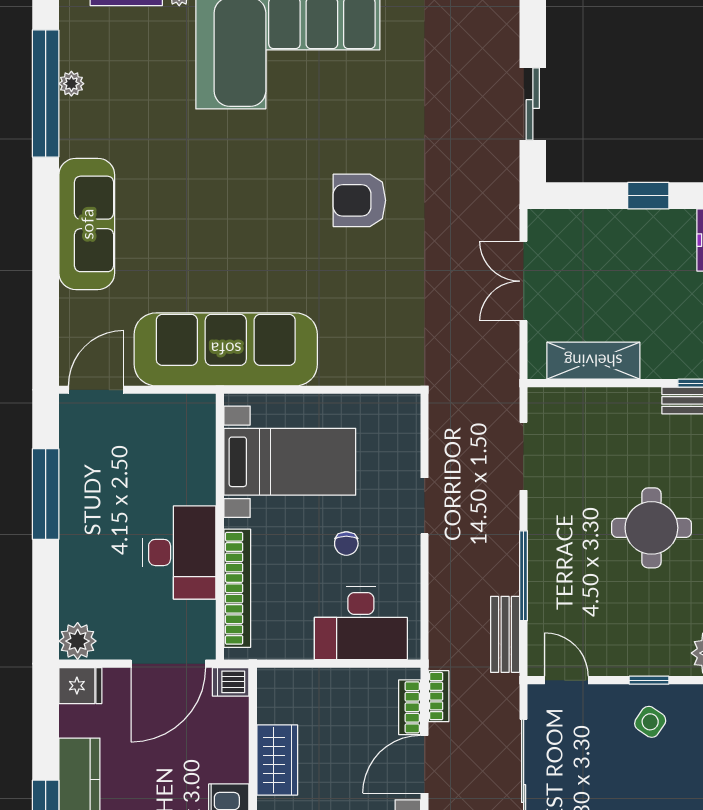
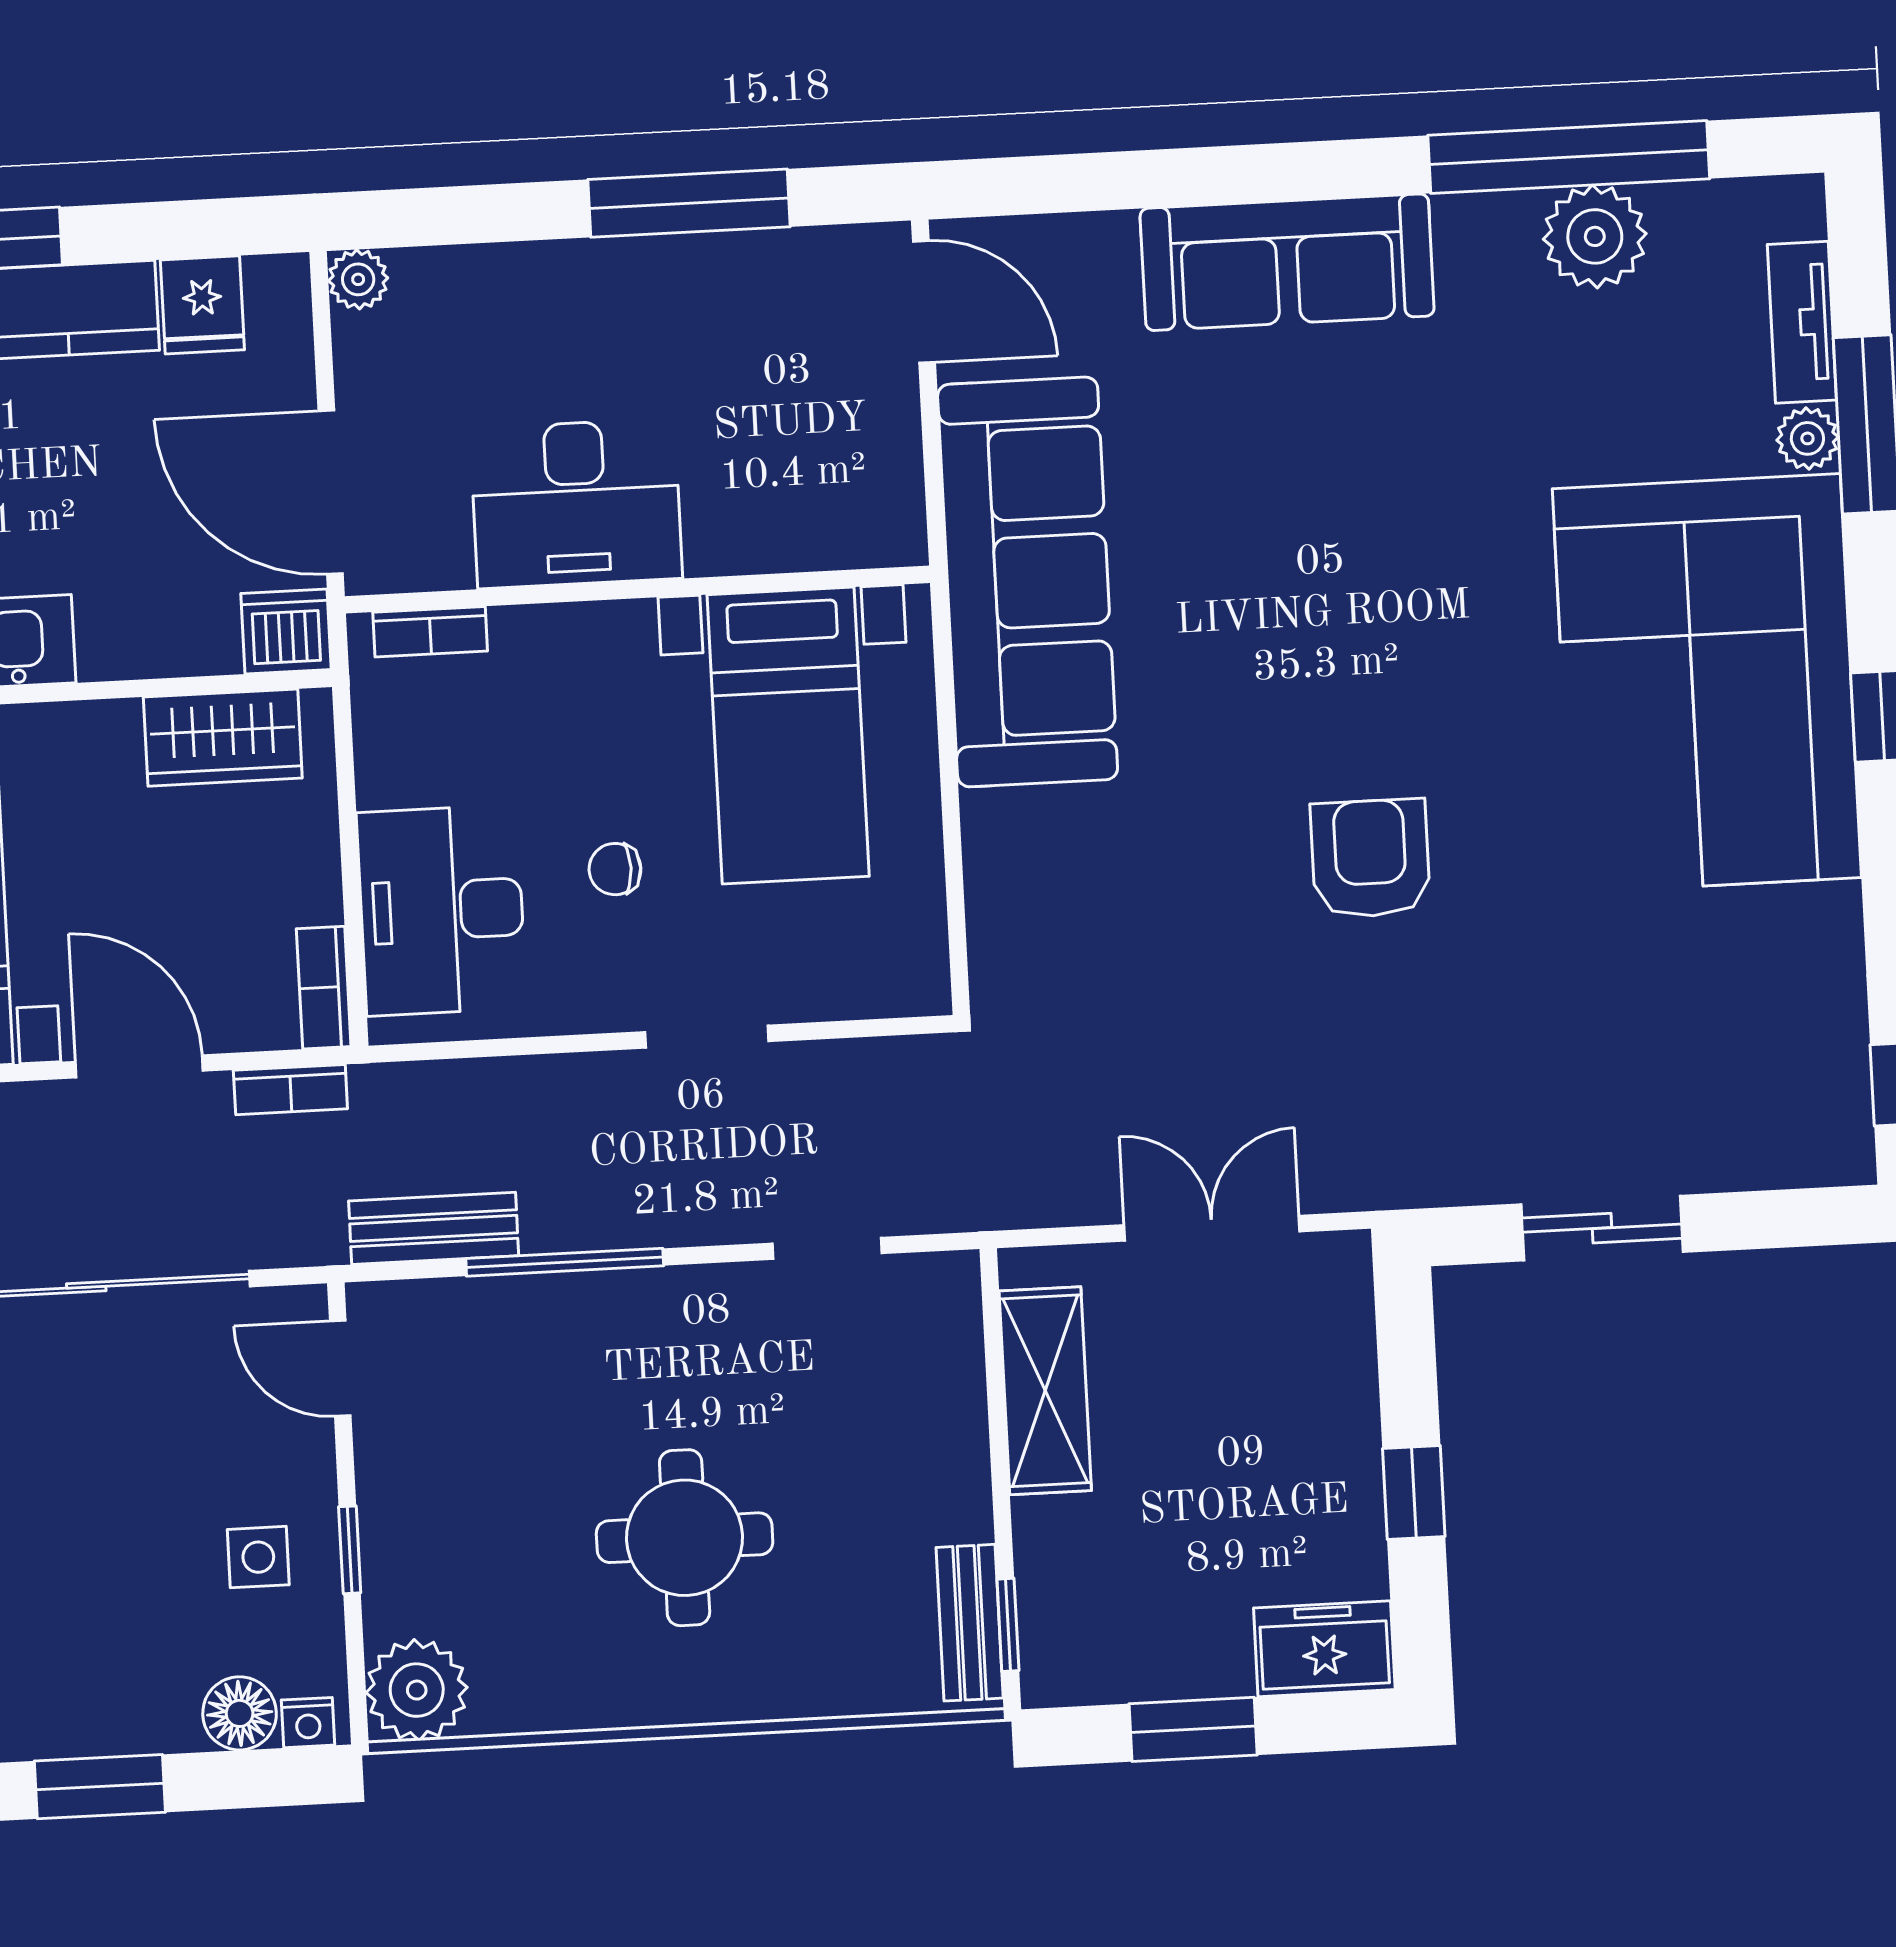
plant: (71, 84) -> (1595, 236), width x1.88, depth x1.88
doorway: (524, 456) -> (827, 1248), width x0.73
bookcase: (237, 588) -> (430, 632), width x0.43, depth x0.76
plant: (78, 641) -> (358, 279), width x0.73, depth x0.73
door: (566, 680) -> (340, 1368), swing flipped
dishwasher: (231, 682) -> (286, 632), width x1.38
fridge: (80, 686) -> (202, 305), moved
bookcase: (410, 707) -> (324, 988), moved, turned -90
side table: (650, 722) -> (258, 1557), turned -34
wardrobe: (277, 760) -> (223, 738), moved

